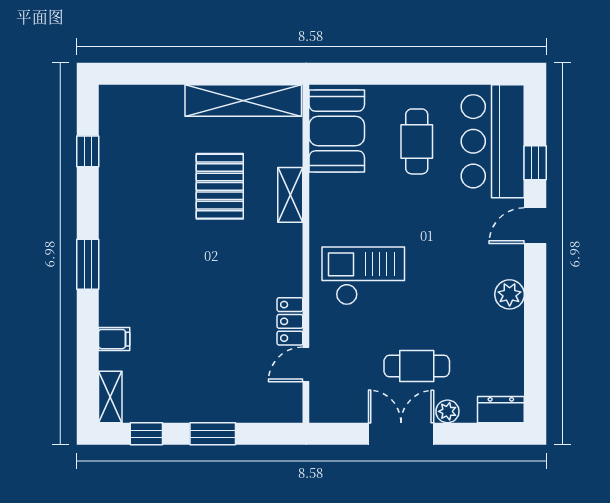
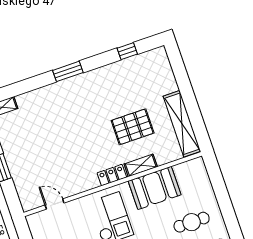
booth: (337, 131) -> (155, 188), moved
locker: (290, 321) -> (112, 175), moved
filing cabinet: (114, 339) -> (33, 99), removed

